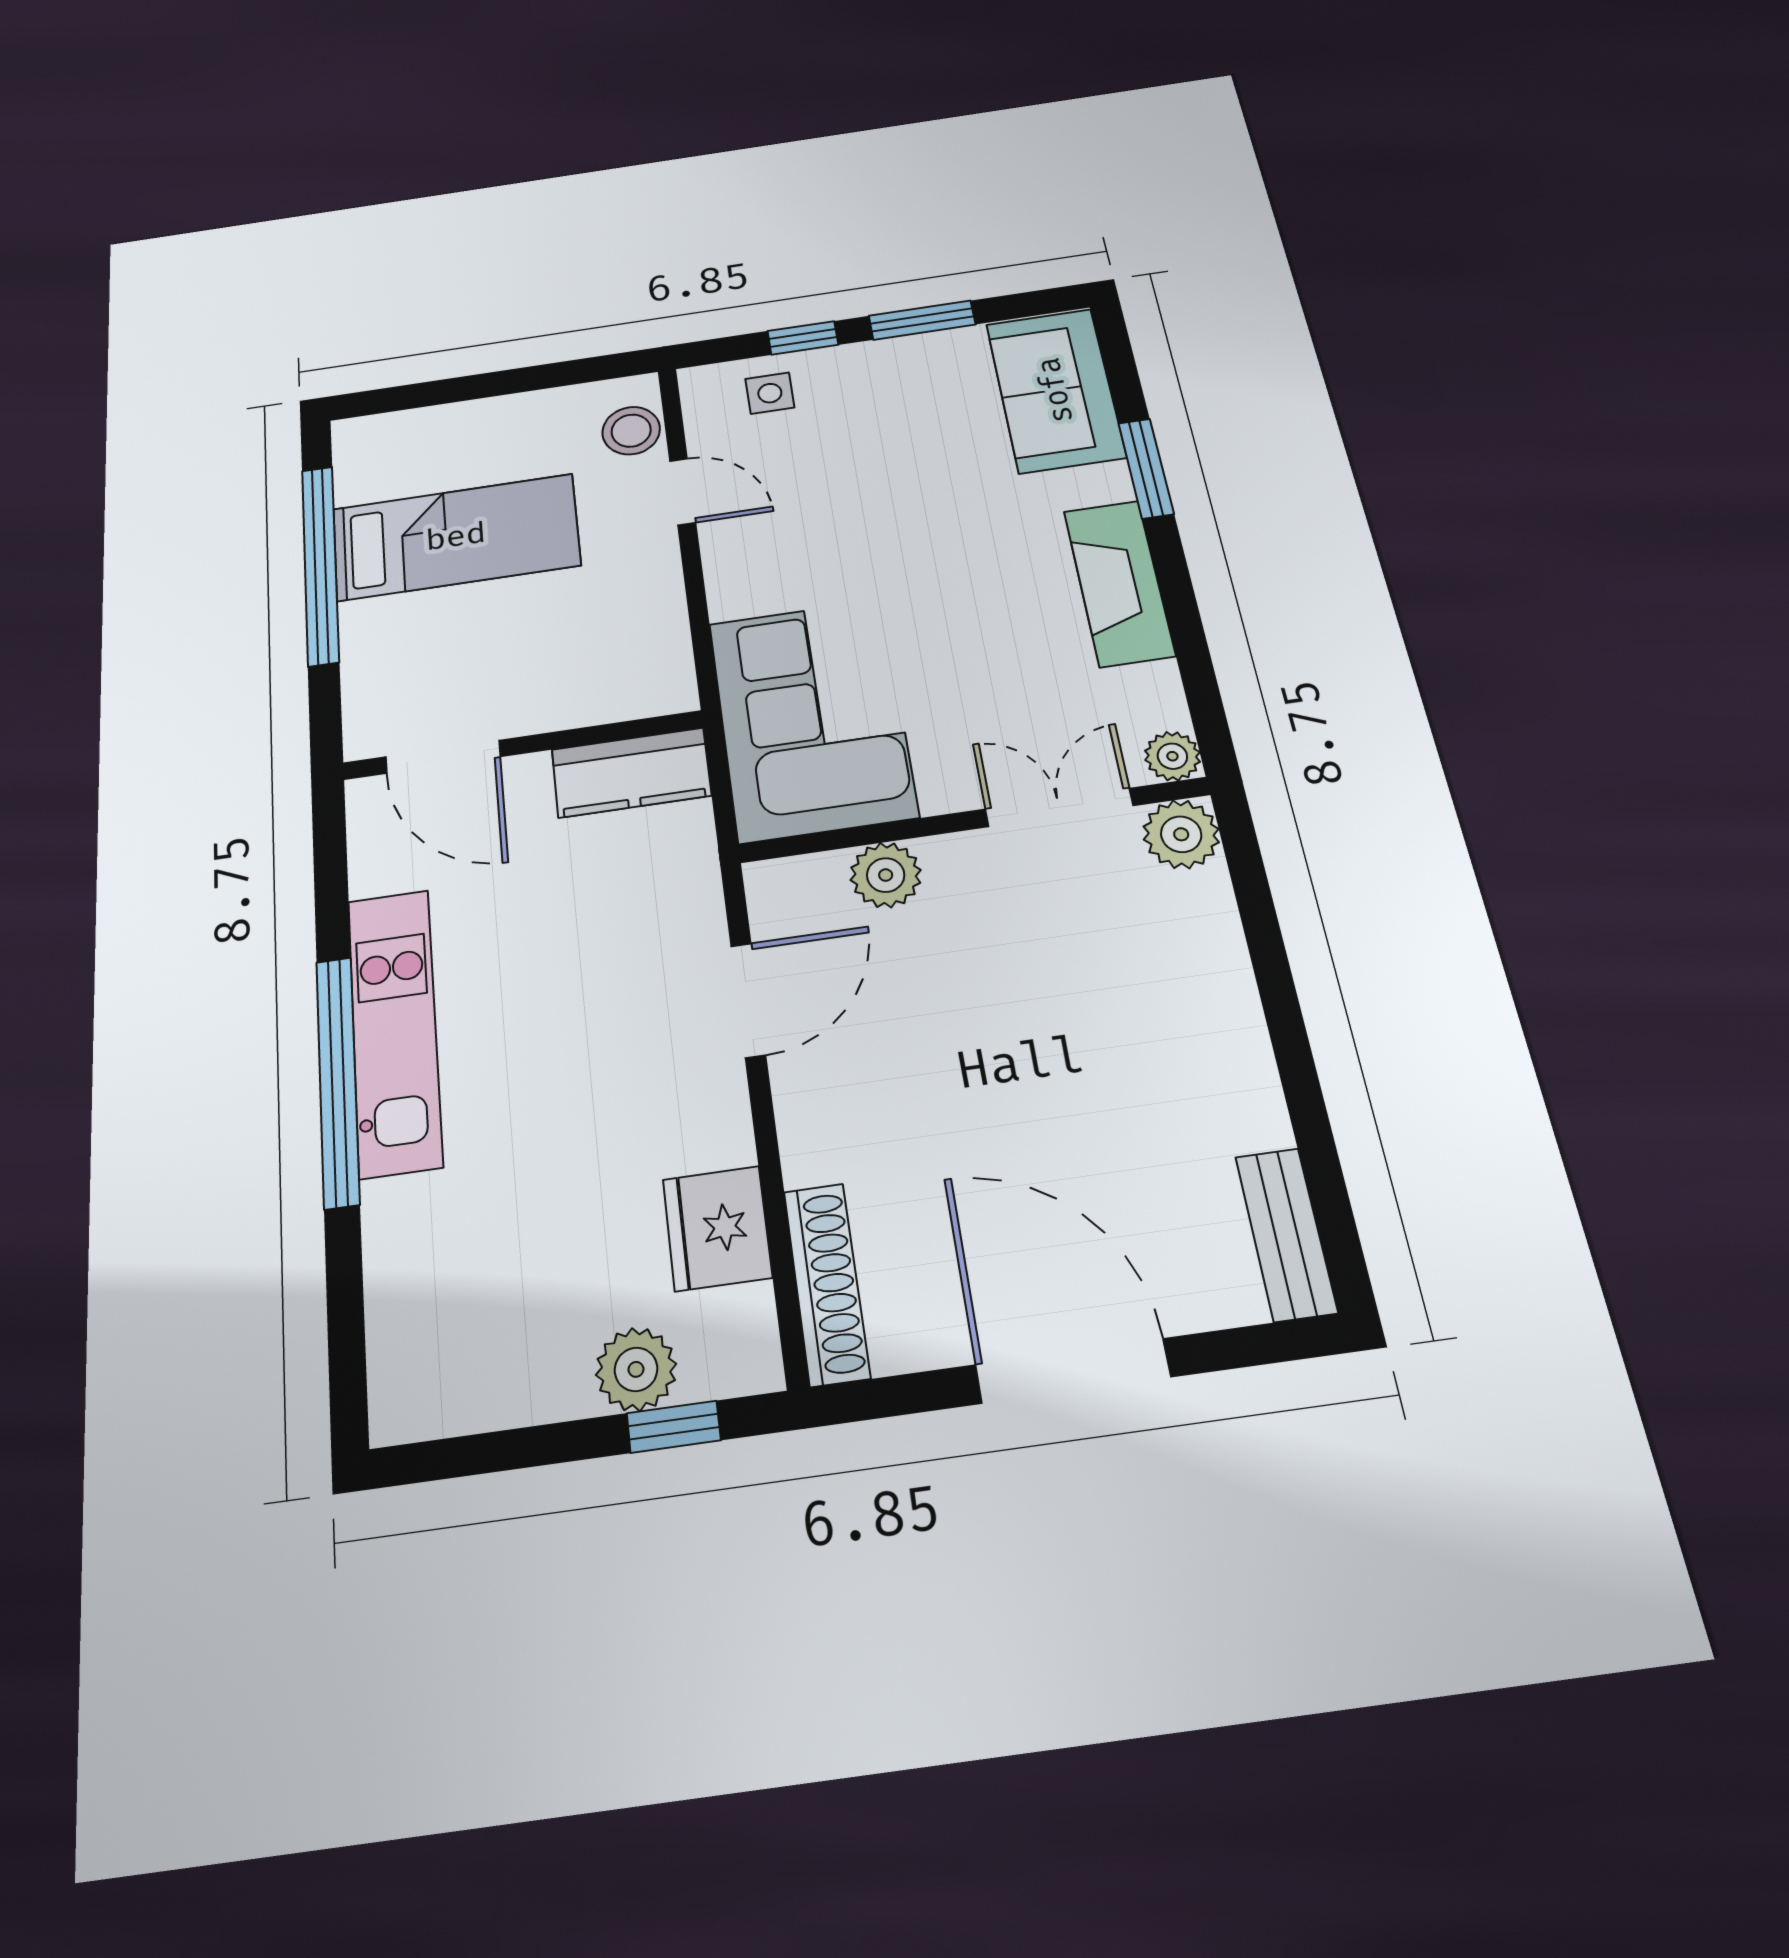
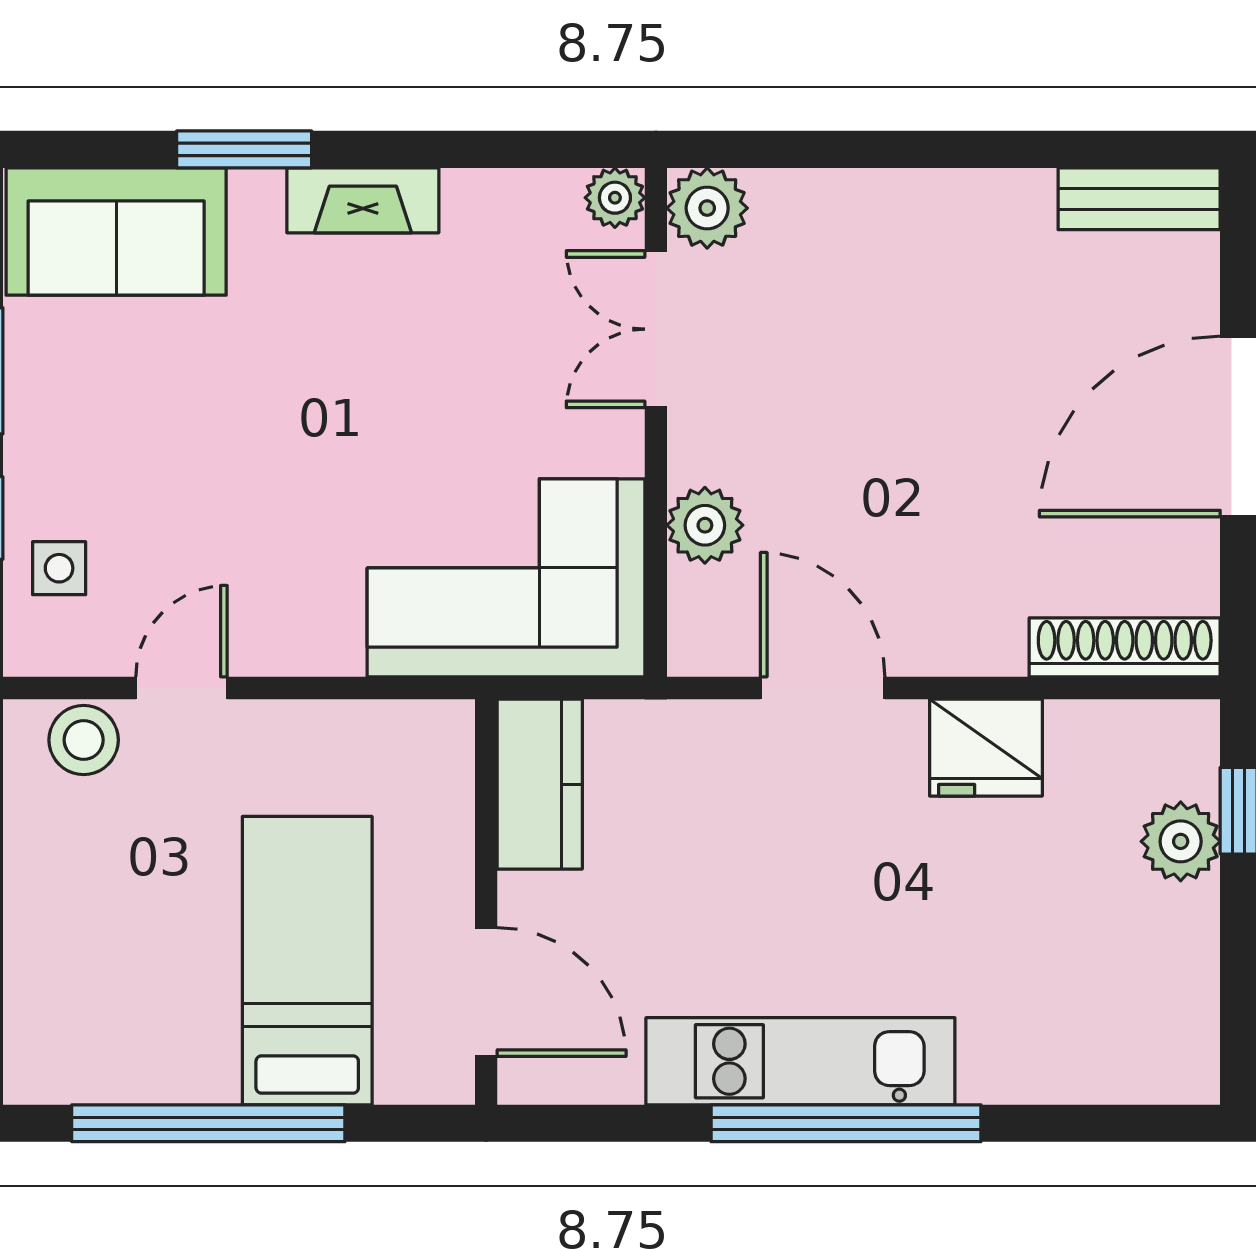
bed: (456, 537) -> (307, 961), moved
fireplace: (1119, 583) -> (363, 200), width x0.73, depth x0.76
door: (443, 757) -> (486, 992), hinge flipped
fridge: (717, 1228) -> (986, 748), moved

